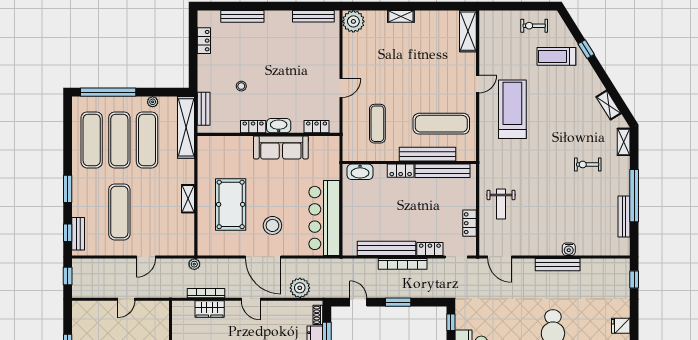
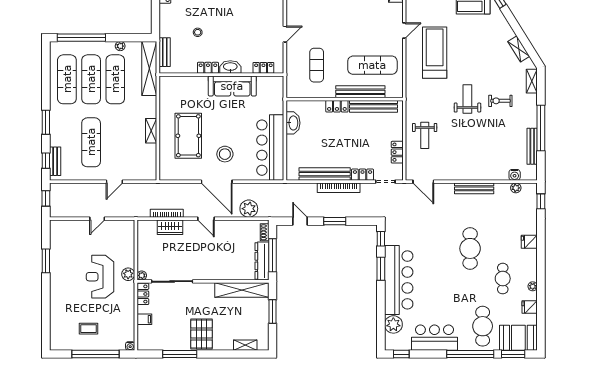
weight bench: (550, 162) -> (467, 99), added
washbasin: (360, 172) -> (293, 123), moved, turned -90
water cooler: (569, 249) -> (515, 175), moved
plant: (194, 264) -> (516, 188), moved

